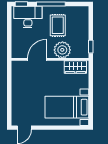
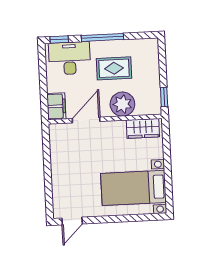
rug: (58, 25) -> (114, 68), turned 90
filing cabinet: (17, 49) -> (56, 106), added

